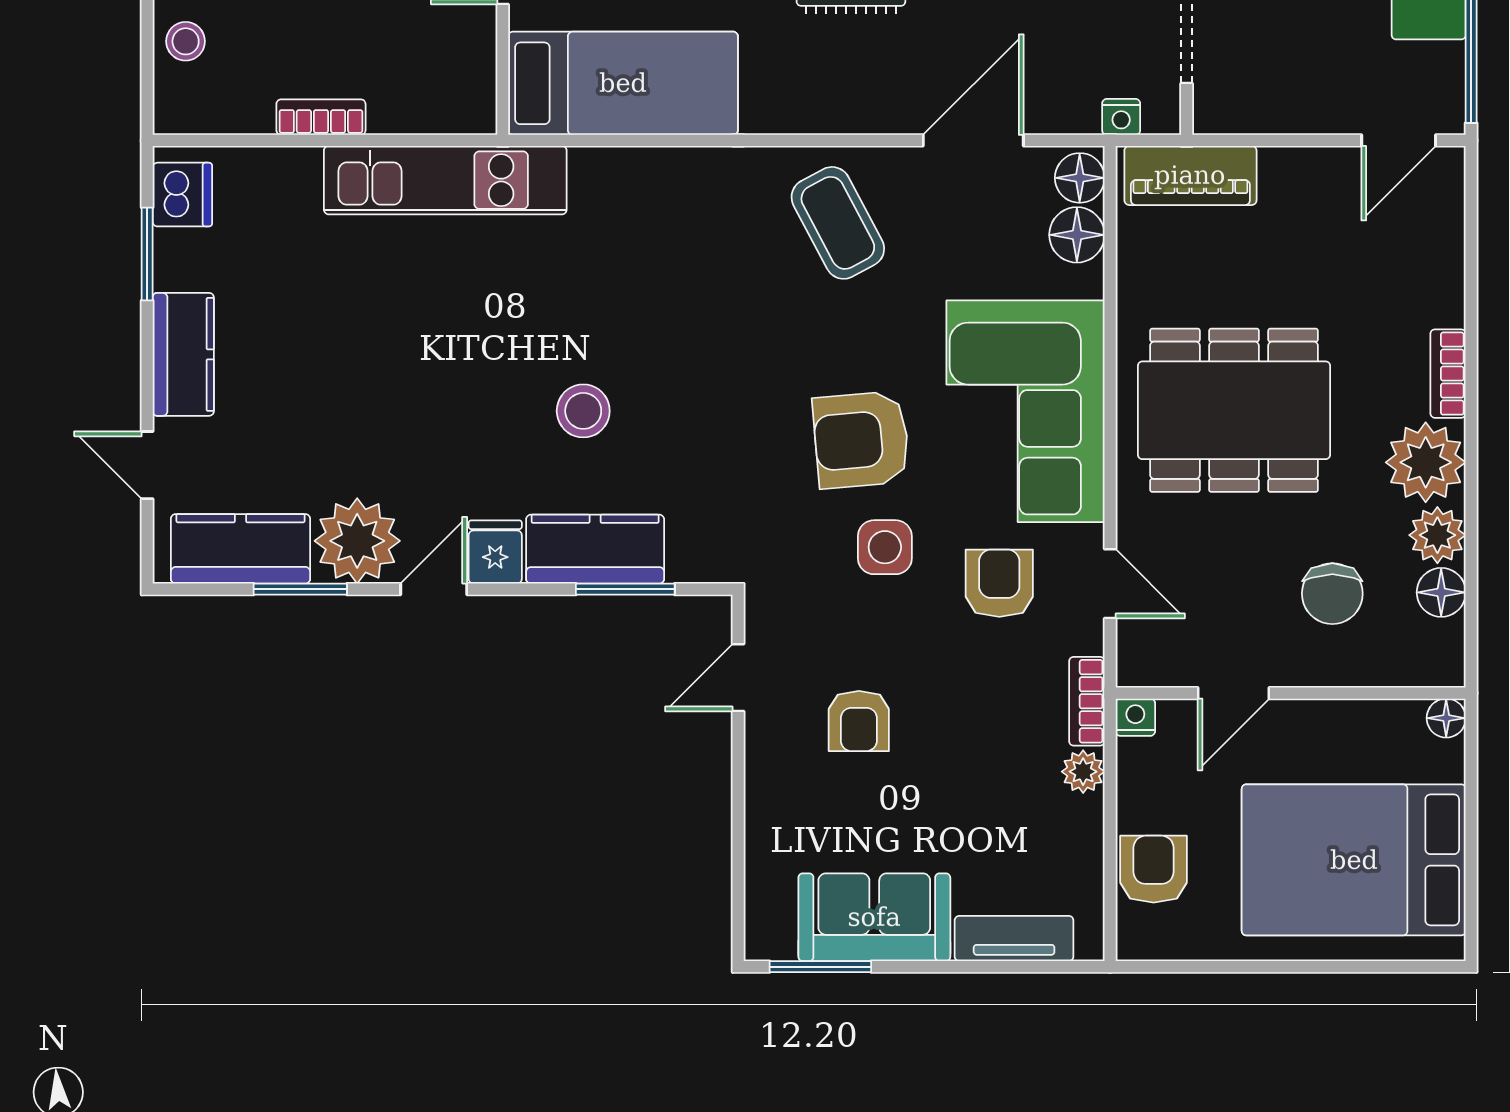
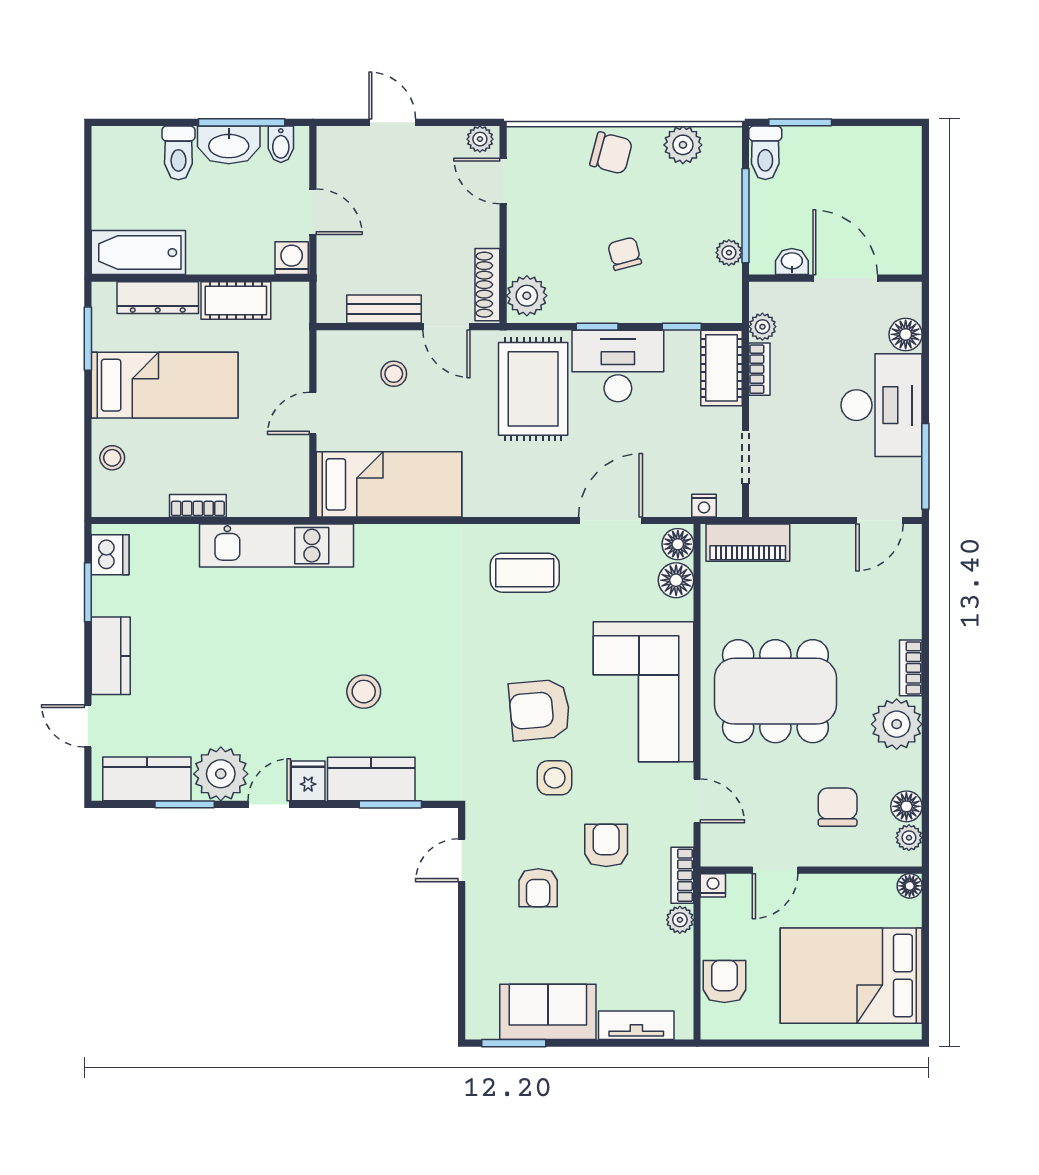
coffee table: (838, 223) -> (525, 573), turned -62
plant: (1437, 535) -> (909, 838), moved, width x0.73, depth x0.73
armchair: (999, 583) -> (606, 845), moved
chair: (1332, 594) -> (838, 807), turned 180

